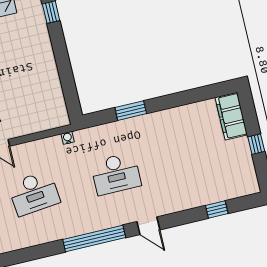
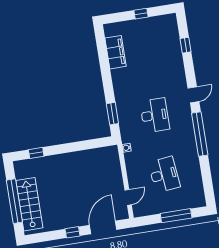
window: (131, 111) -> (112, 114), moved
filing cabinet: (231, 116) -> (116, 52), moved, turned -90

